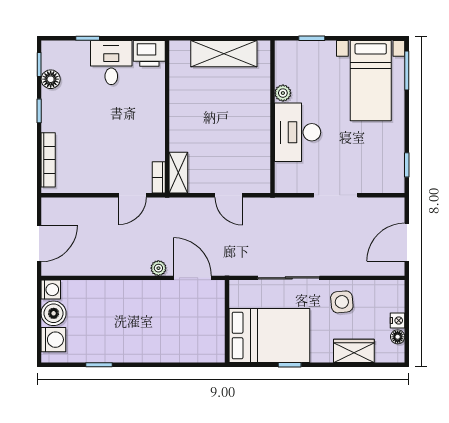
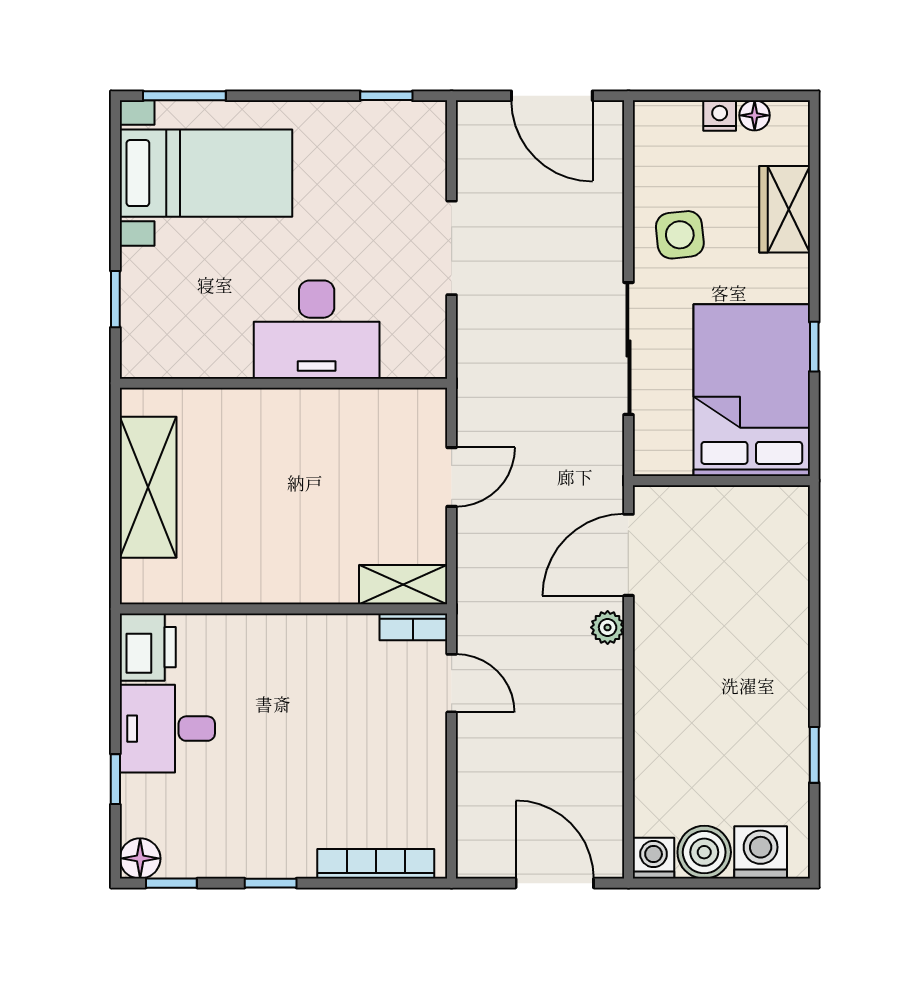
floor lamp: (51, 79) -> (140, 858), moved
plant: (283, 93) -> (233, 361), removed

